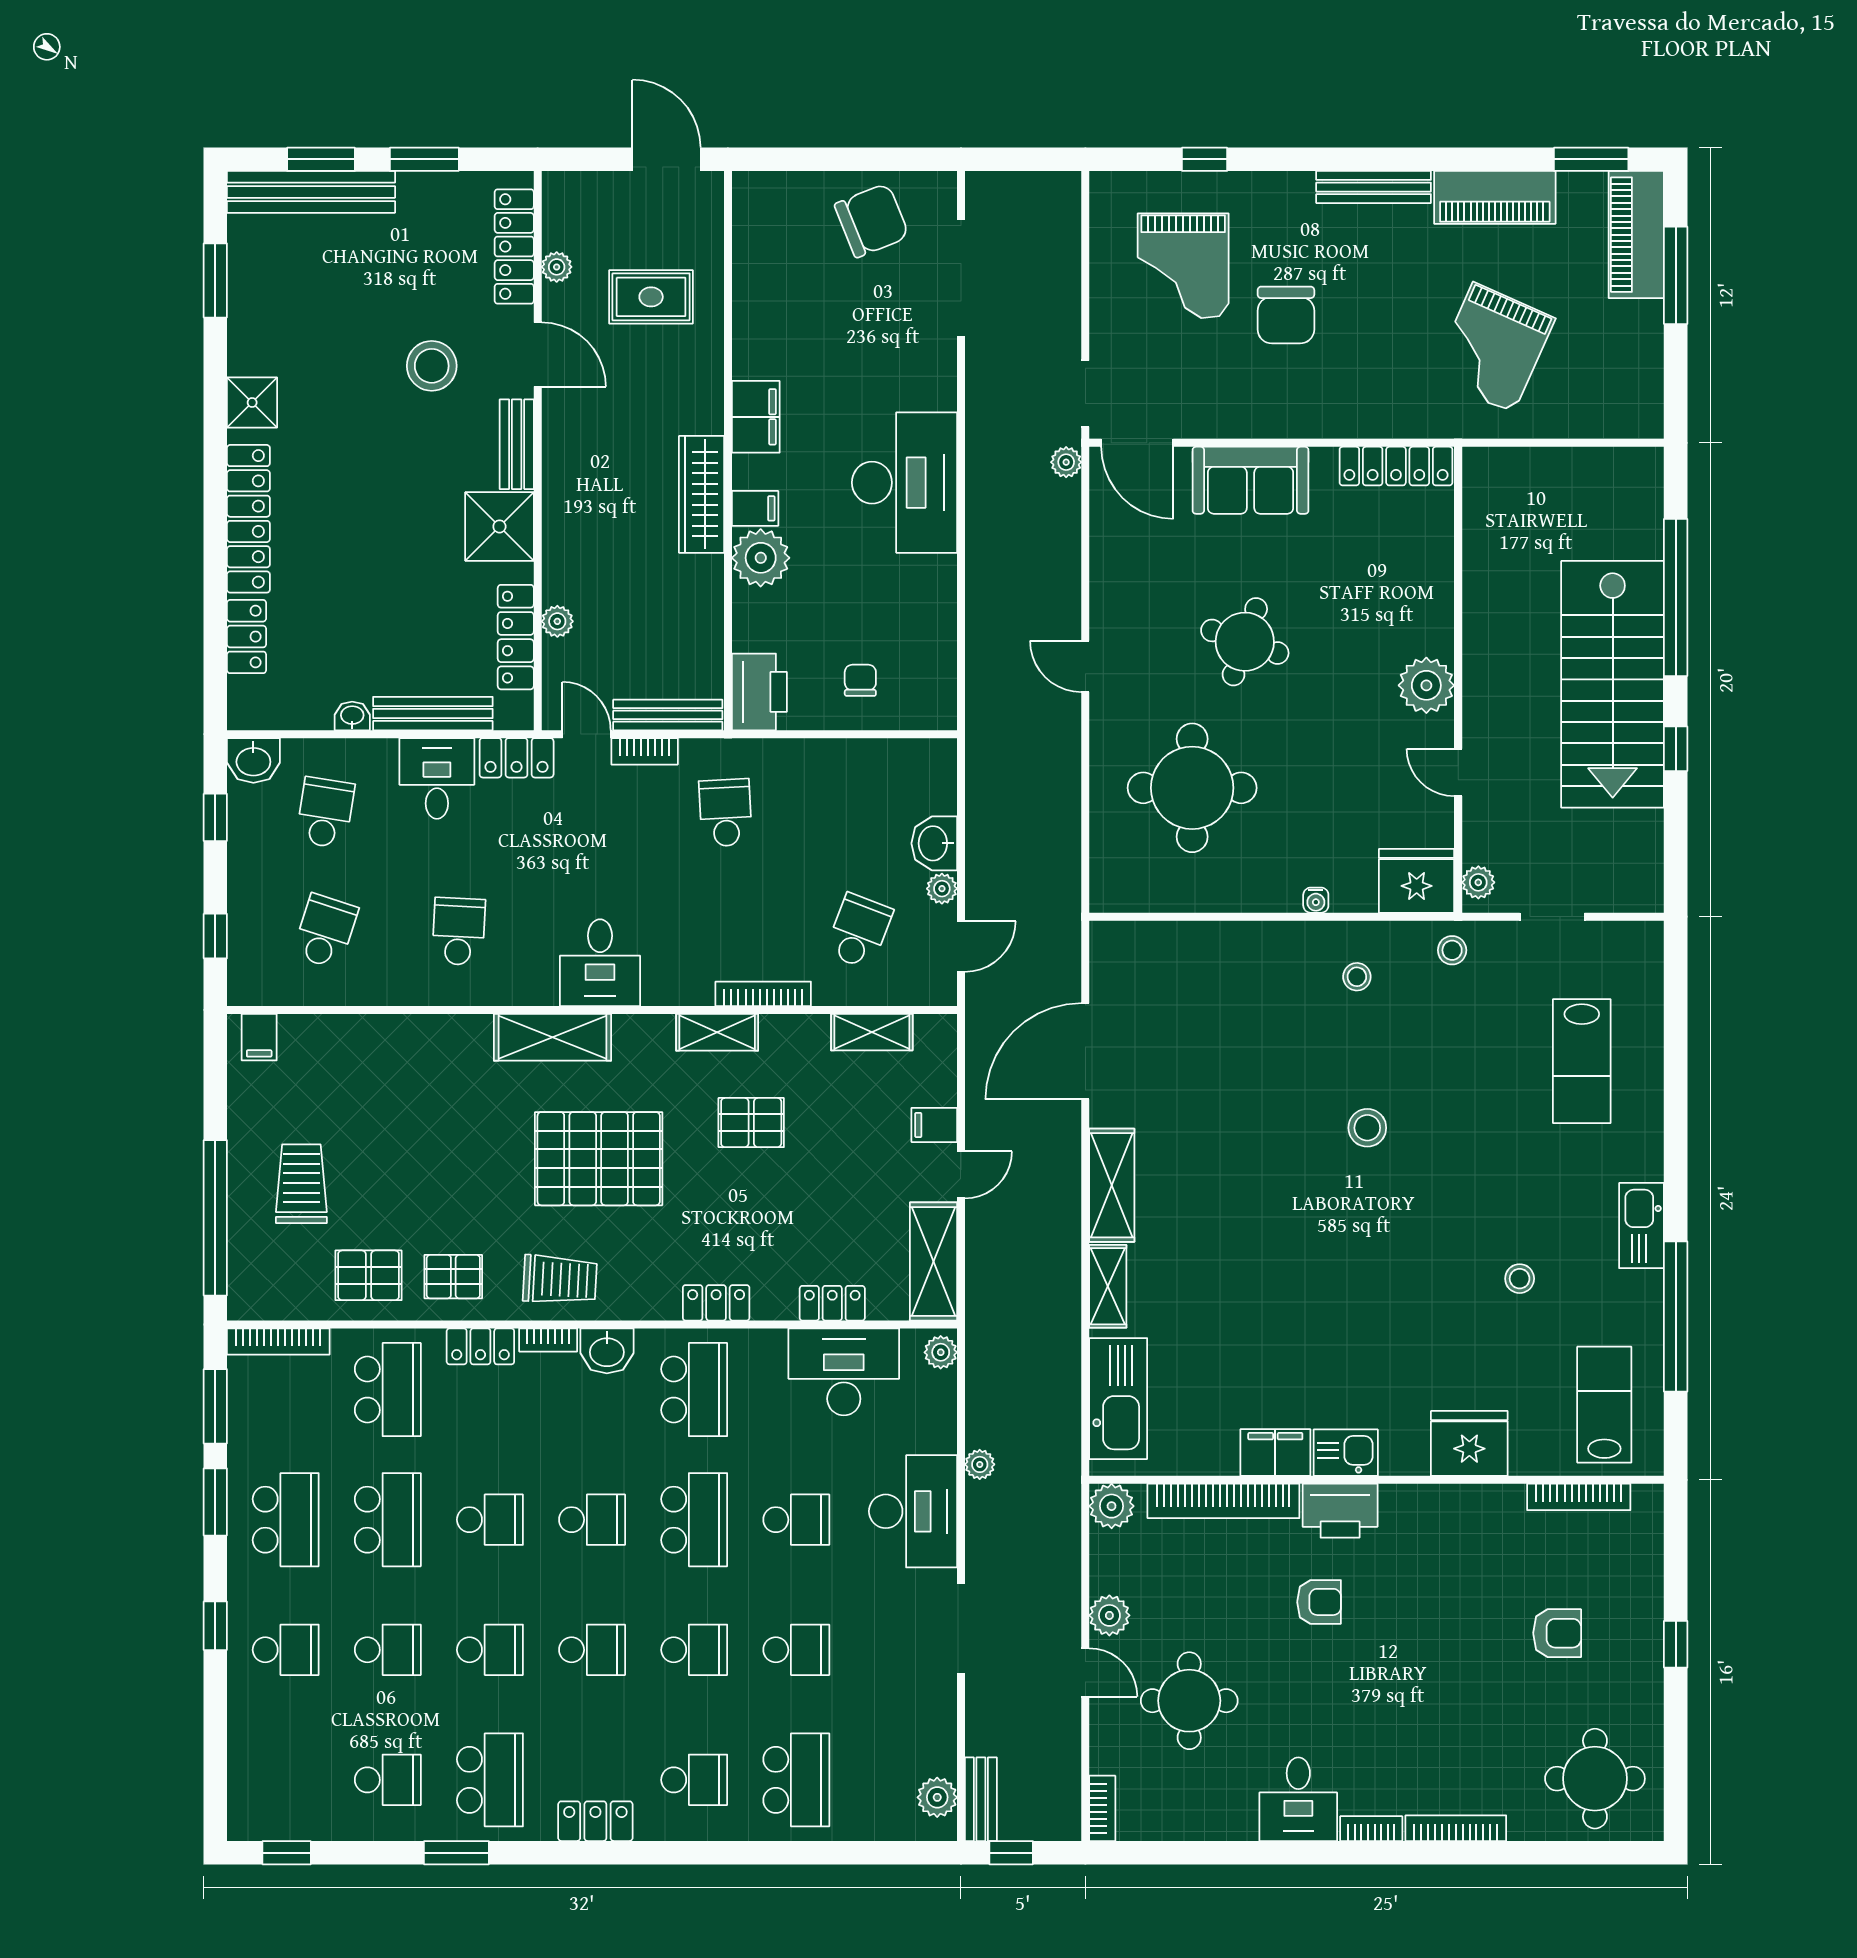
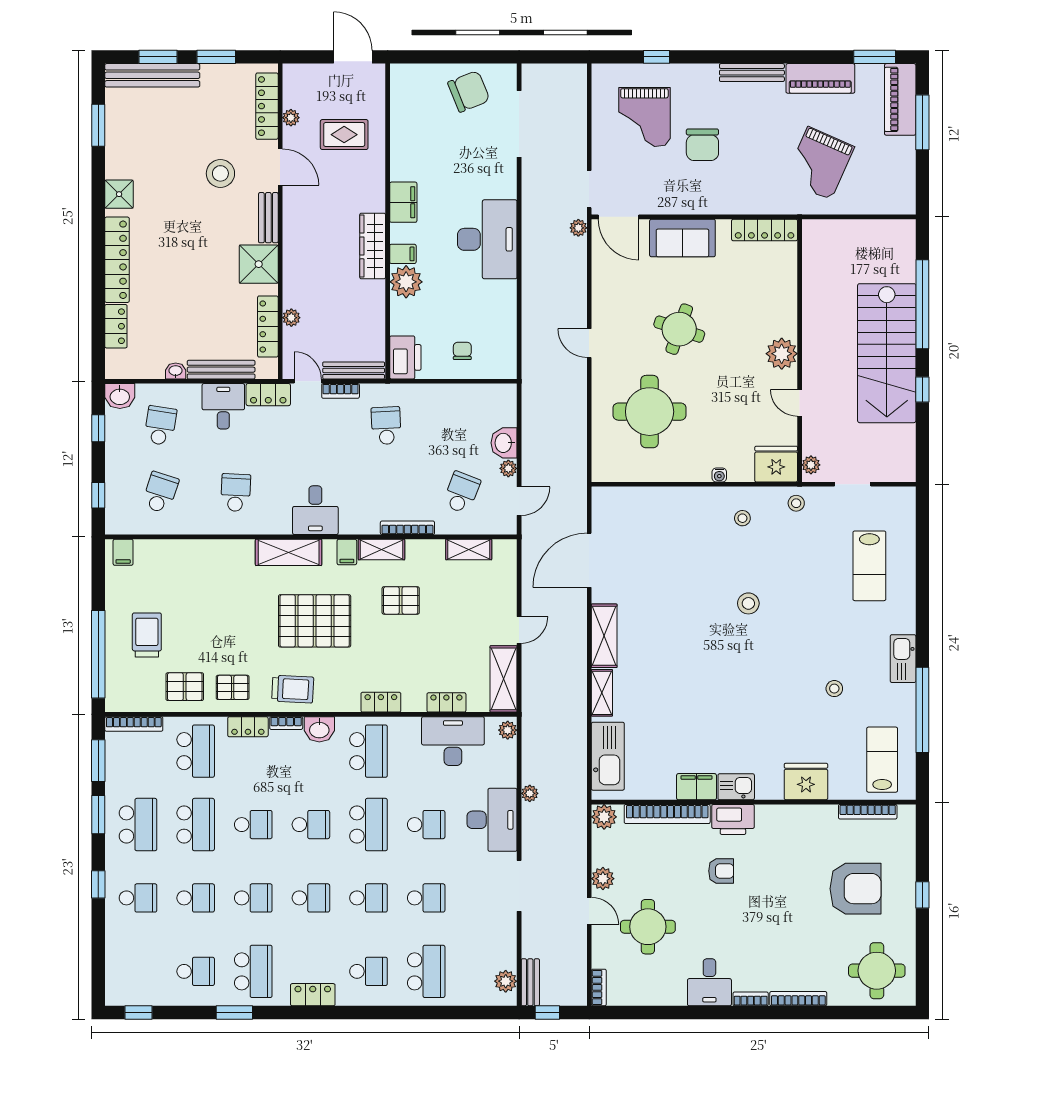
filing cabinet: (934, 1125) -> (347, 552), moved, turned -90
armchair: (1557, 1633) -> (855, 889), width x1.88, depth x1.88

